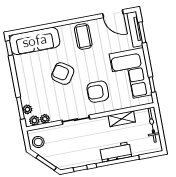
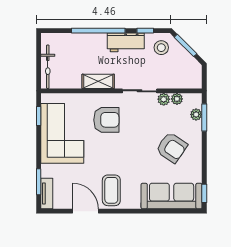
door: (113, 14) -> (86, 211), moved
tv unit: (135, 29) -> (47, 194), width x0.71
armchair: (63, 74) -> (172, 148), moved
shelving: (122, 119) -> (98, 81), moved
plant: (34, 121) -> (164, 99), moved
stool: (38, 142) -> (161, 48), moved
workbench: (116, 152) -> (126, 42), moved

